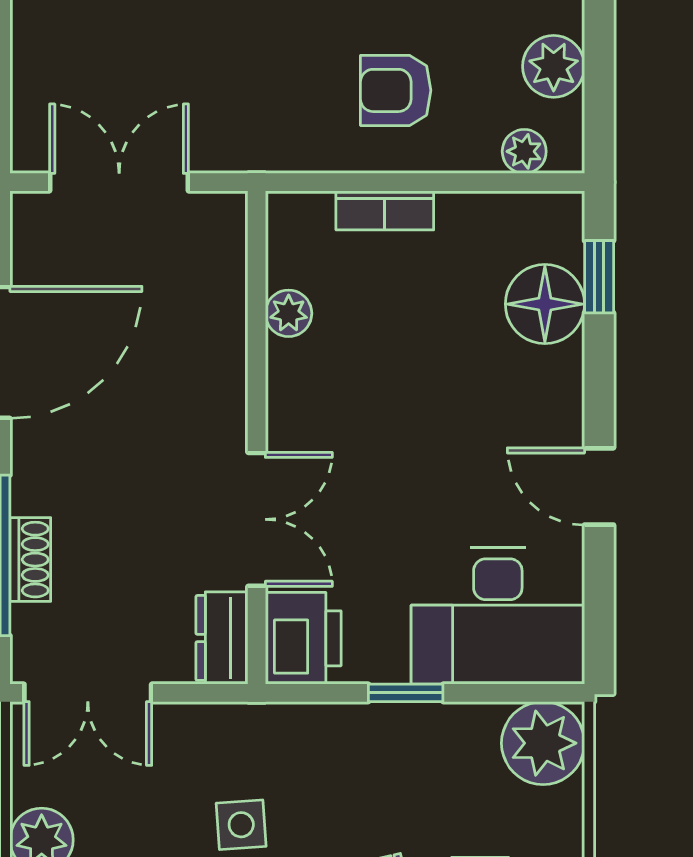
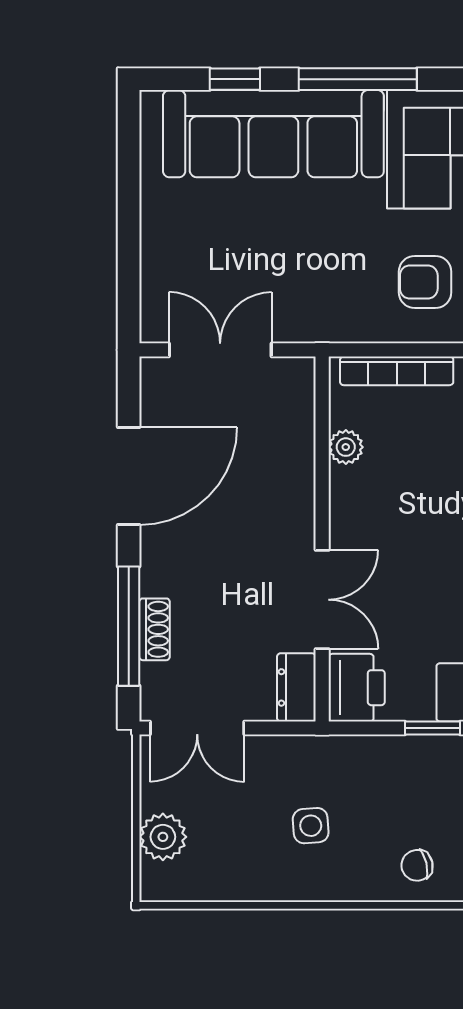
bookcase: (385, 210) -> (397, 371), width x1.56

